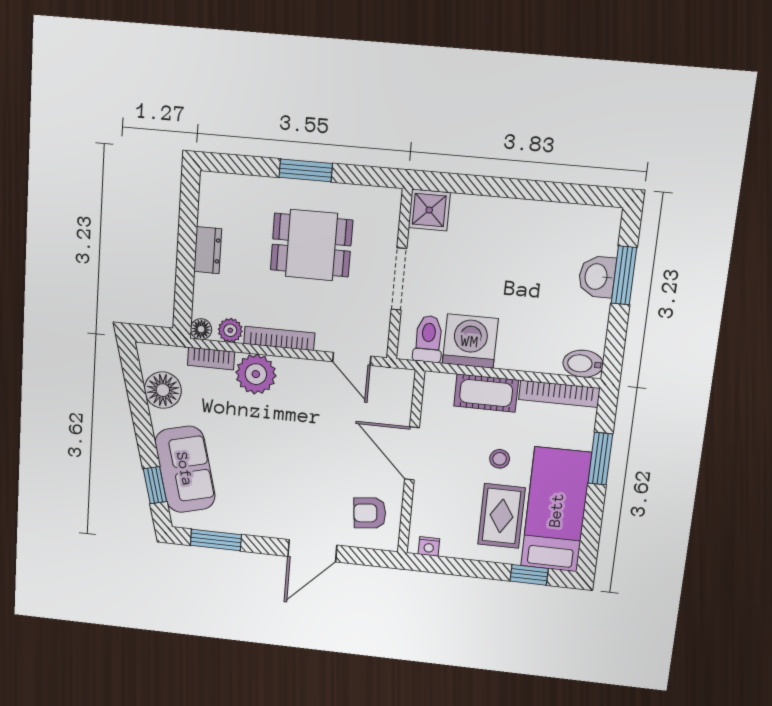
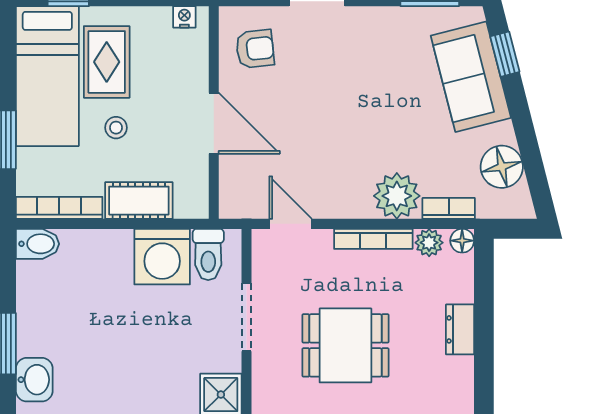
washbasin: (597, 277) -> (34, 380), moved

